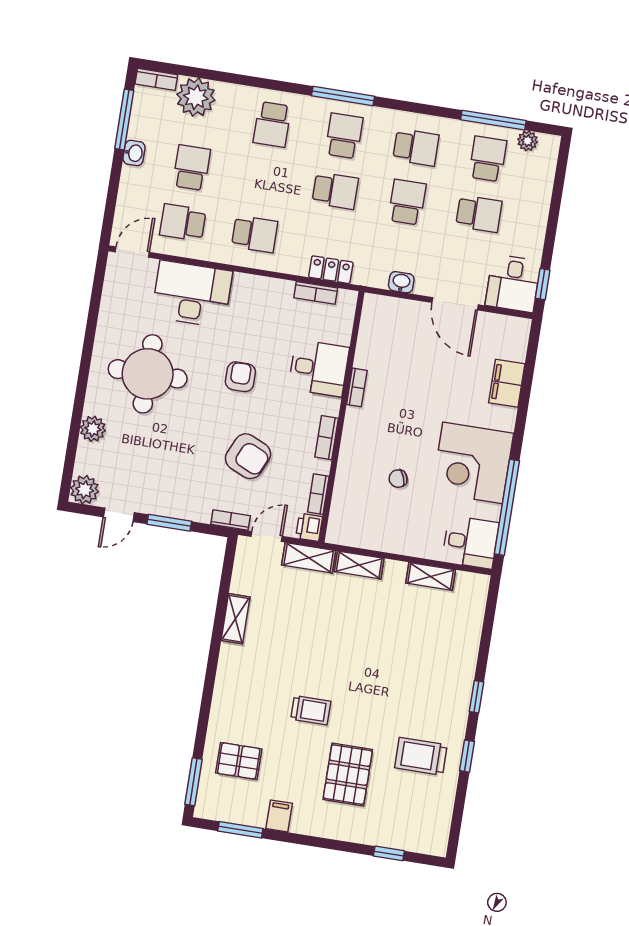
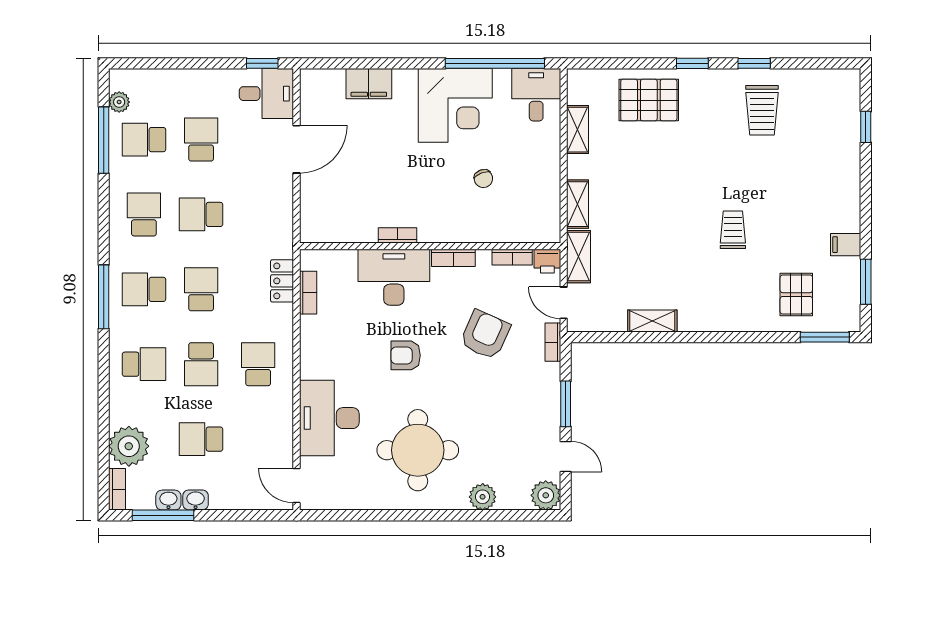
school desk: (183, 222) -> (201, 364), moved
washbasin: (401, 282) -> (168, 500), moved, turned 90
desk: (319, 368) -> (394, 277), width x1.37
pallet: (348, 775) -> (649, 100), moved

